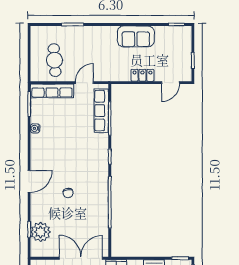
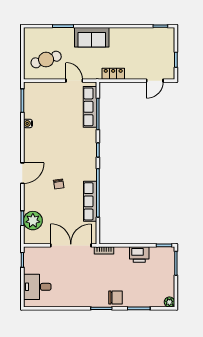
sofa: (136, 36) -> (92, 37), moved
cafe table: (55, 60) -> (46, 60), turned 76
locker: (142, 75) -> (113, 74), moved
door: (84, 83) -> (74, 81), hinge flipped
row of seats: (52, 91) -> (90, 201), moved, turned 90

